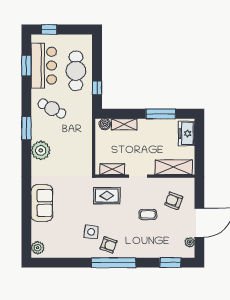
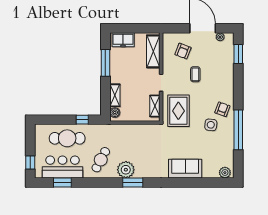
window: (26, 128) -> (133, 183), moved
plant: (41, 150) -> (126, 170), moved
rug: (107, 196) -> (178, 111), width x1.36, depth x1.43
window: (114, 263) -> (238, 130), moved

